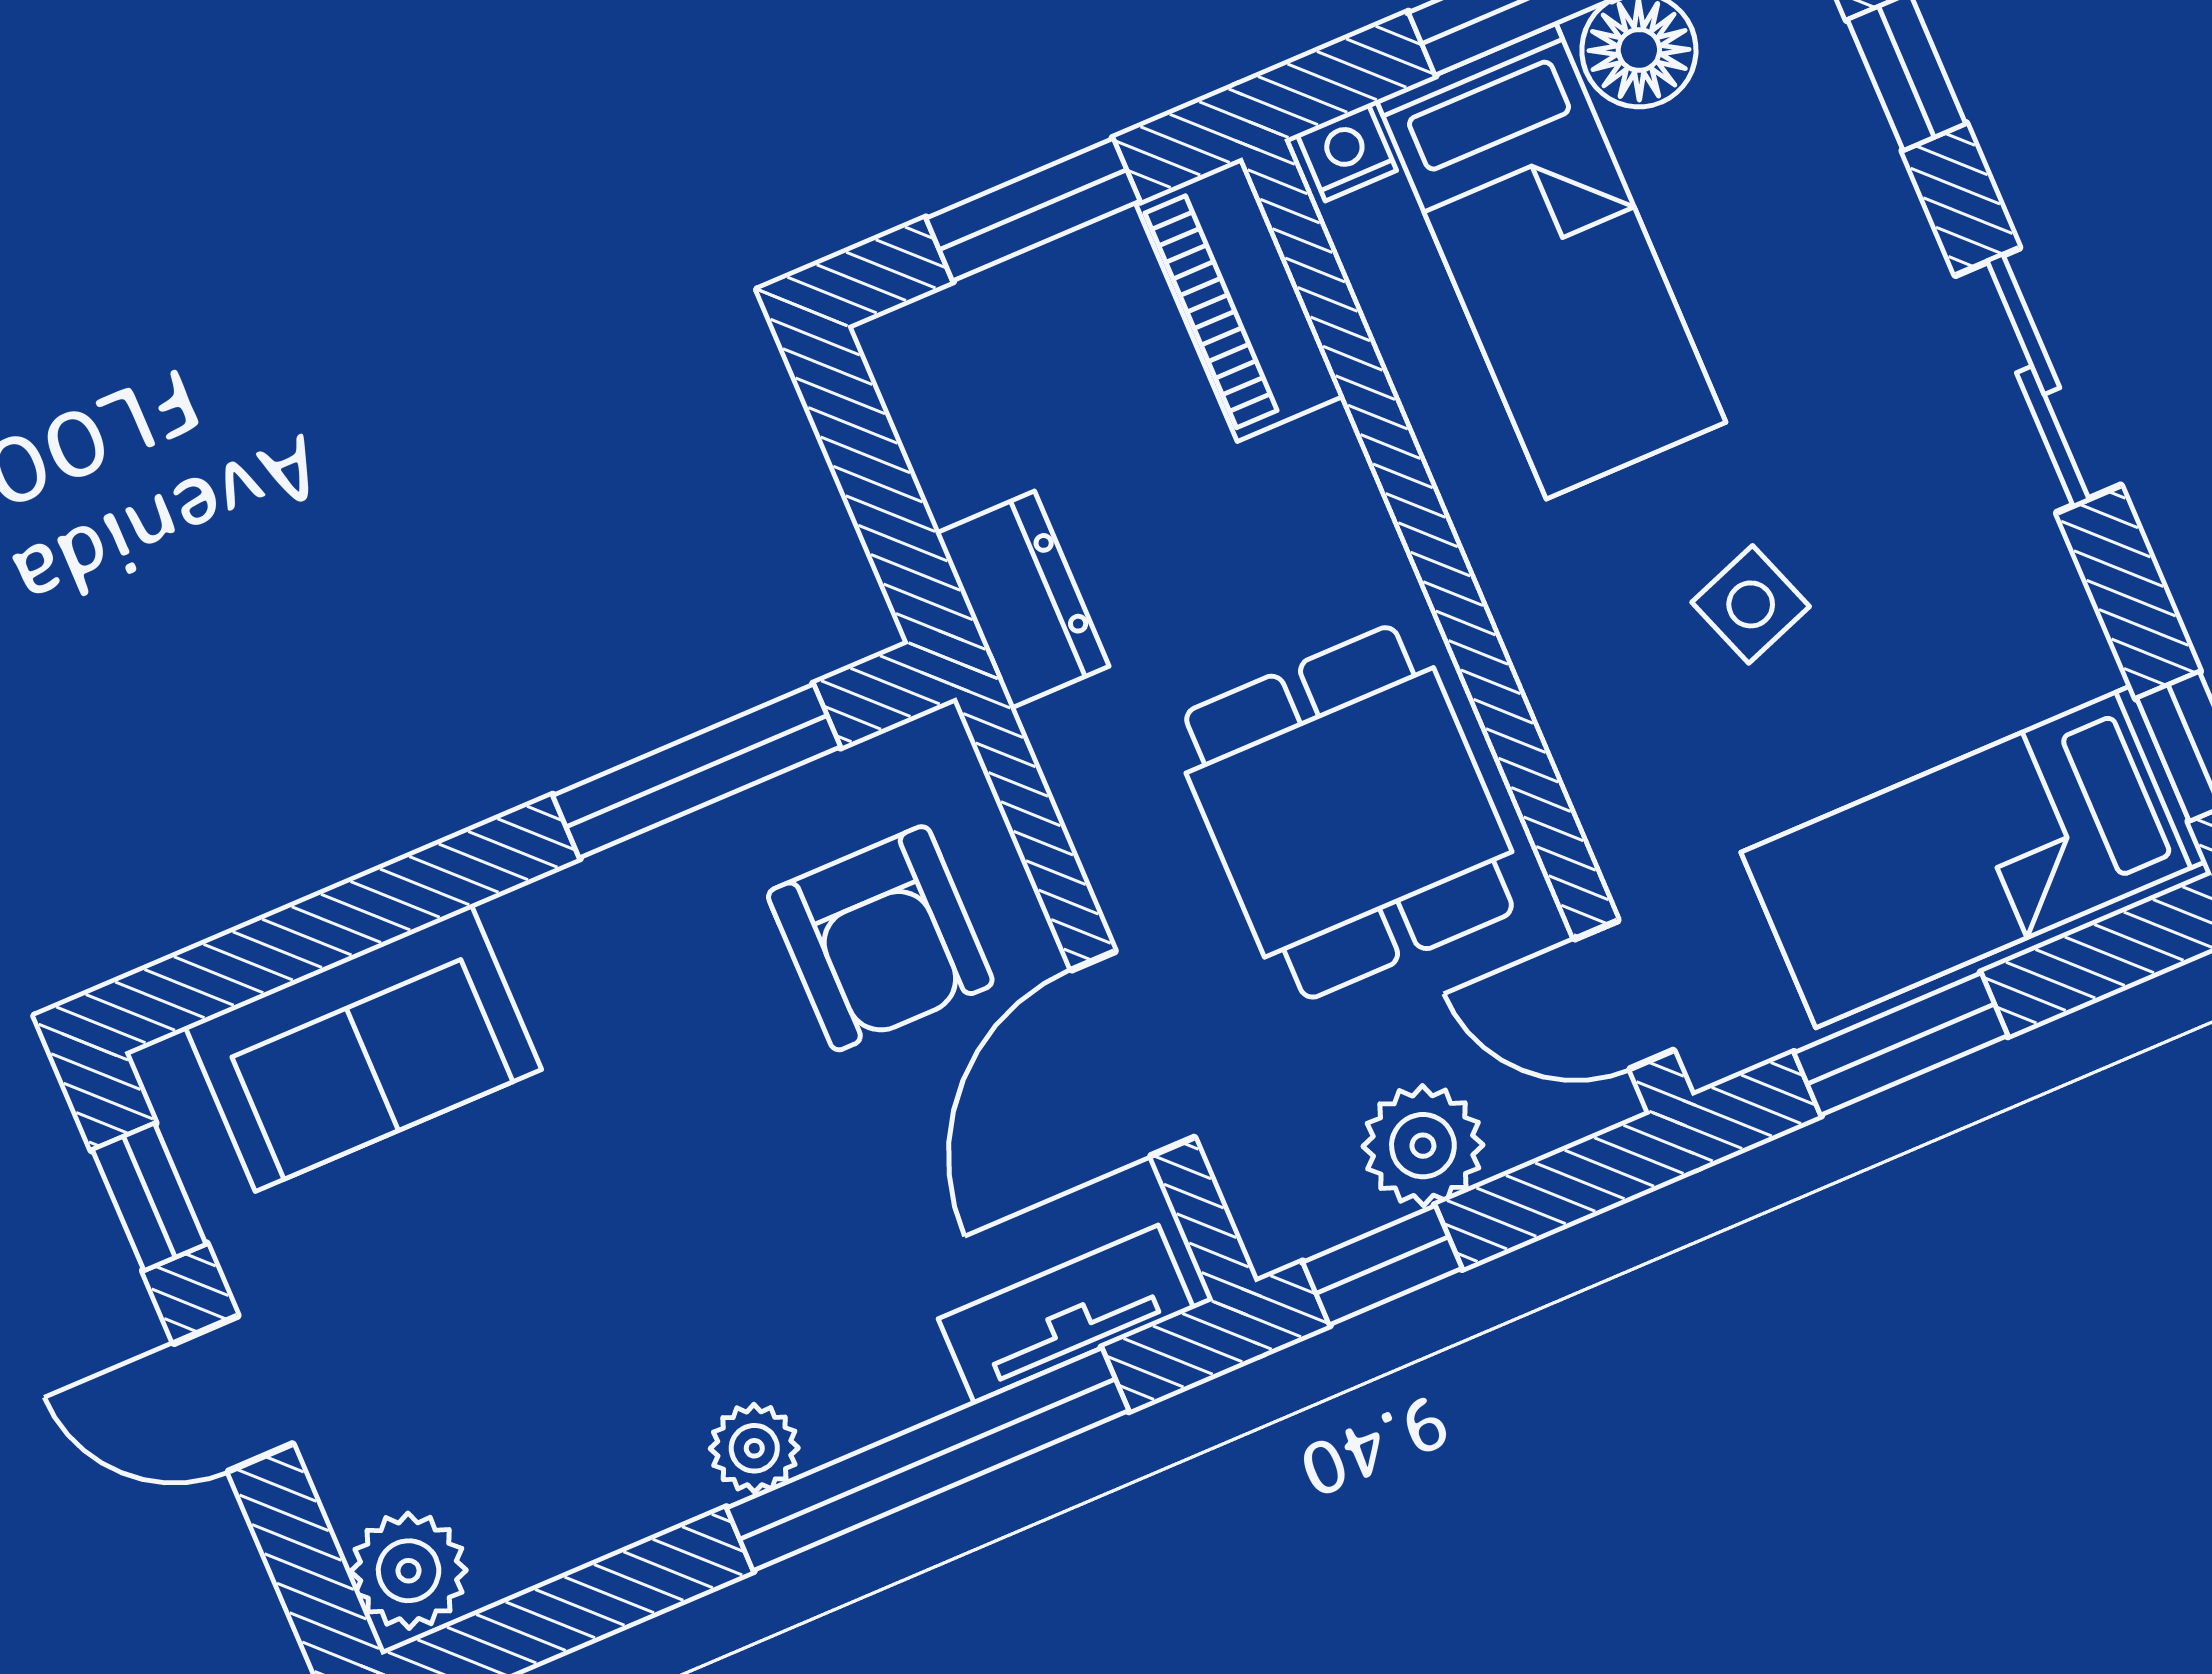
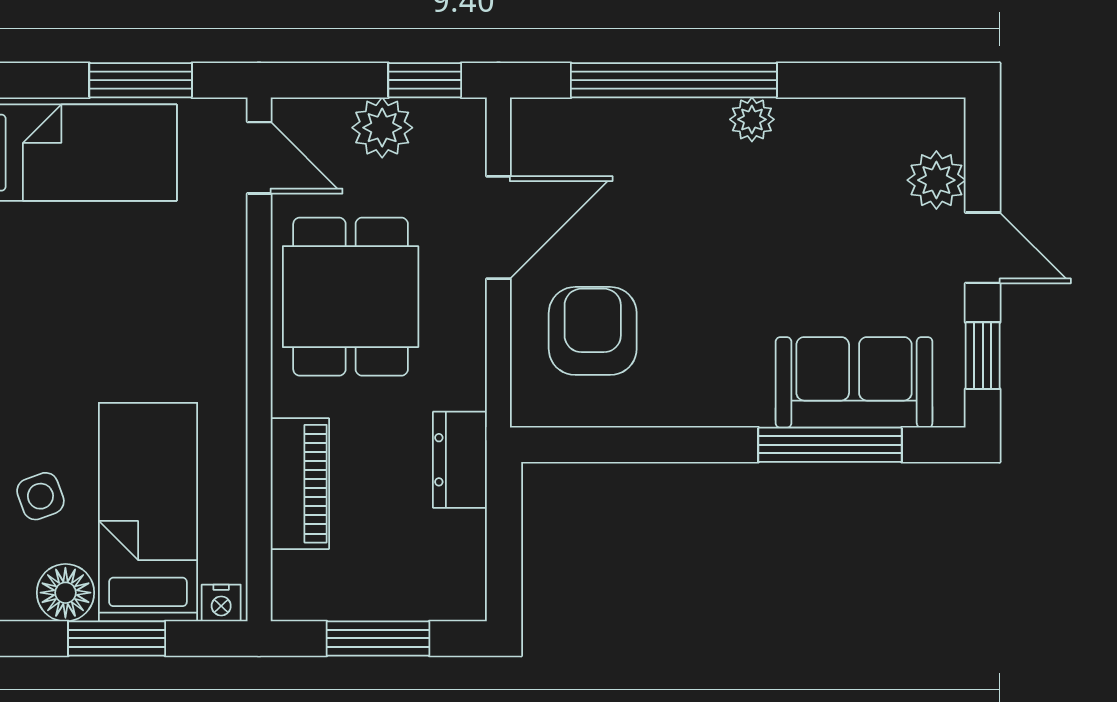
piano: (1240, 299) -> (300, 484), moved
side table: (1751, 604) -> (40, 496), moved
window: (697, 771) -> (830, 445), moved
tv unit: (1066, 1314) -> (581, 120), removed
plant: (409, 1571) -> (936, 180), moved

